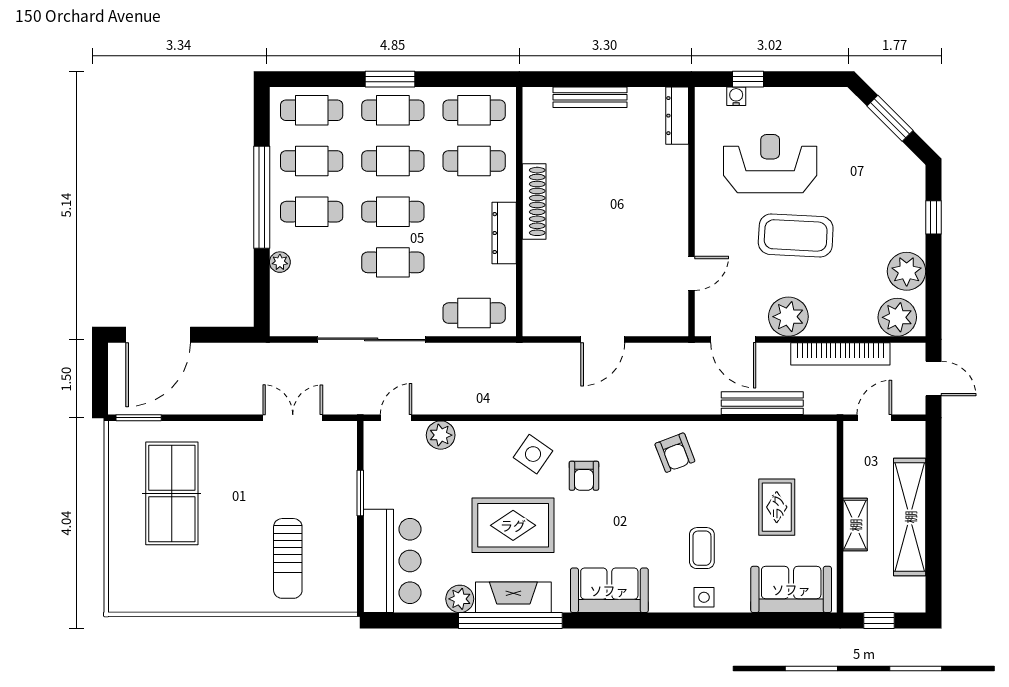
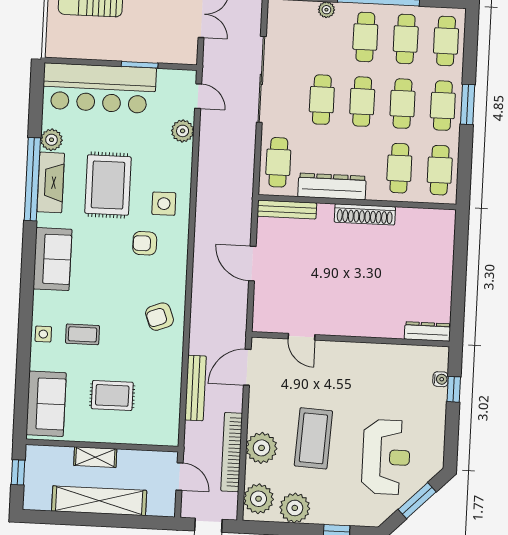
bench: (590, 97) -> (287, 209), moved, turned 90
reception desk: (770, 164) -> (386, 457), moved
dresser: (504, 233) -> (332, 186), width x1.37, depth x1.24
coffee table: (796, 235) -> (313, 438), moved
plant: (788, 317) -> (262, 448), moved
side table: (533, 454) -> (164, 204), turned -35
bar counter: (392, 561) -> (99, 88), width x1.36

